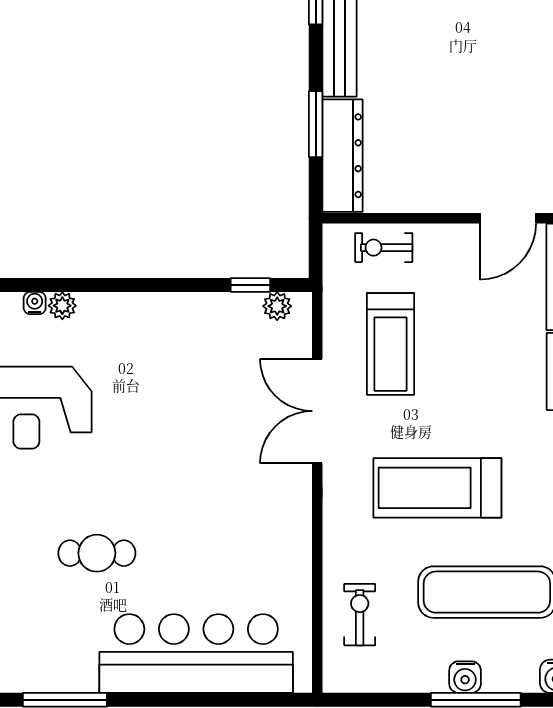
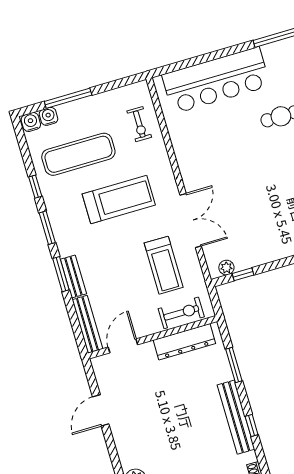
dresser: (343, 156) -> (184, 342), moved, turned -90
exercise bike: (384, 248) -> (181, 313), width x1.38, depth x1.39
treadmill: (390, 344) -> (164, 265), turned 180
water cooler: (465, 677) -> (49, 116), moved

